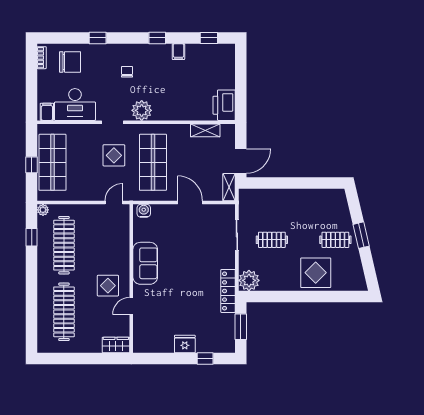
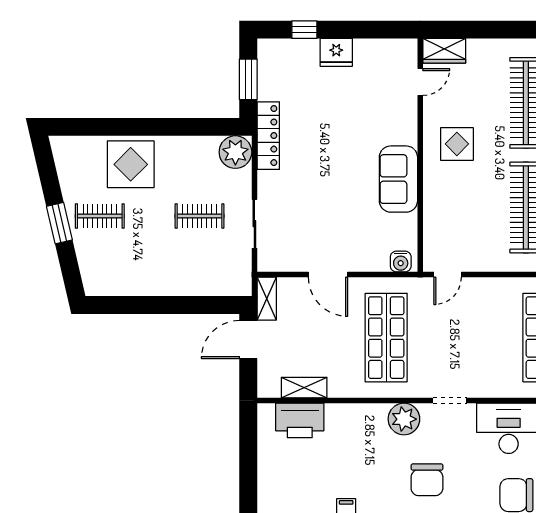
chair: (127, 72) -> (427, 480), width x1.87, depth x1.87
printer: (224, 105) -> (300, 420), moved, turned 90
display table: (114, 155) -> (448, 348), removed
door: (131, 306) -> (420, 82), moved

